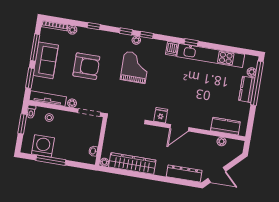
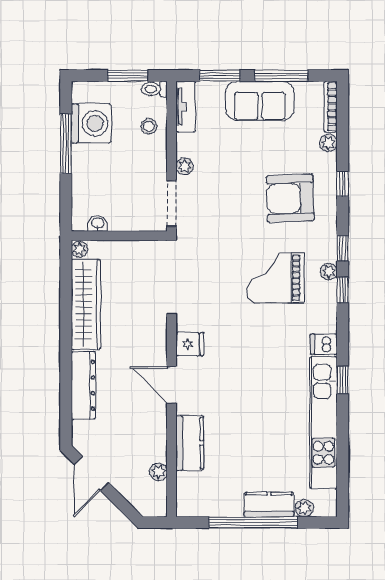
armchair: (86, 66) -> (290, 198), moved, turned 88
grand piano: (135, 67) -> (275, 278), turned 180
window: (257, 83) -> (253, 522), moved
tv unit: (48, 98) -> (186, 107), width x0.71
kitchen counter: (225, 126) -> (190, 443), moved
dresser: (184, 174) -> (83, 385), moved

